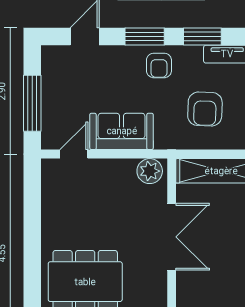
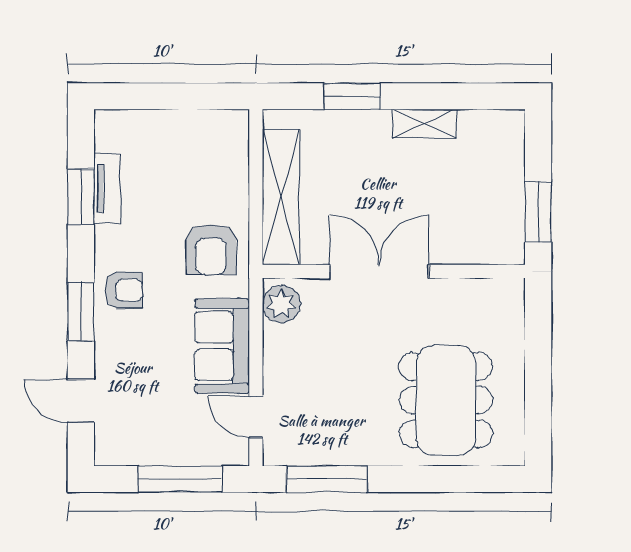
window: (202, 37) -> (81, 197), moved
armchair: (205, 109) -> (211, 250), moved, turned 88
window: (32, 202) -> (327, 479), added

